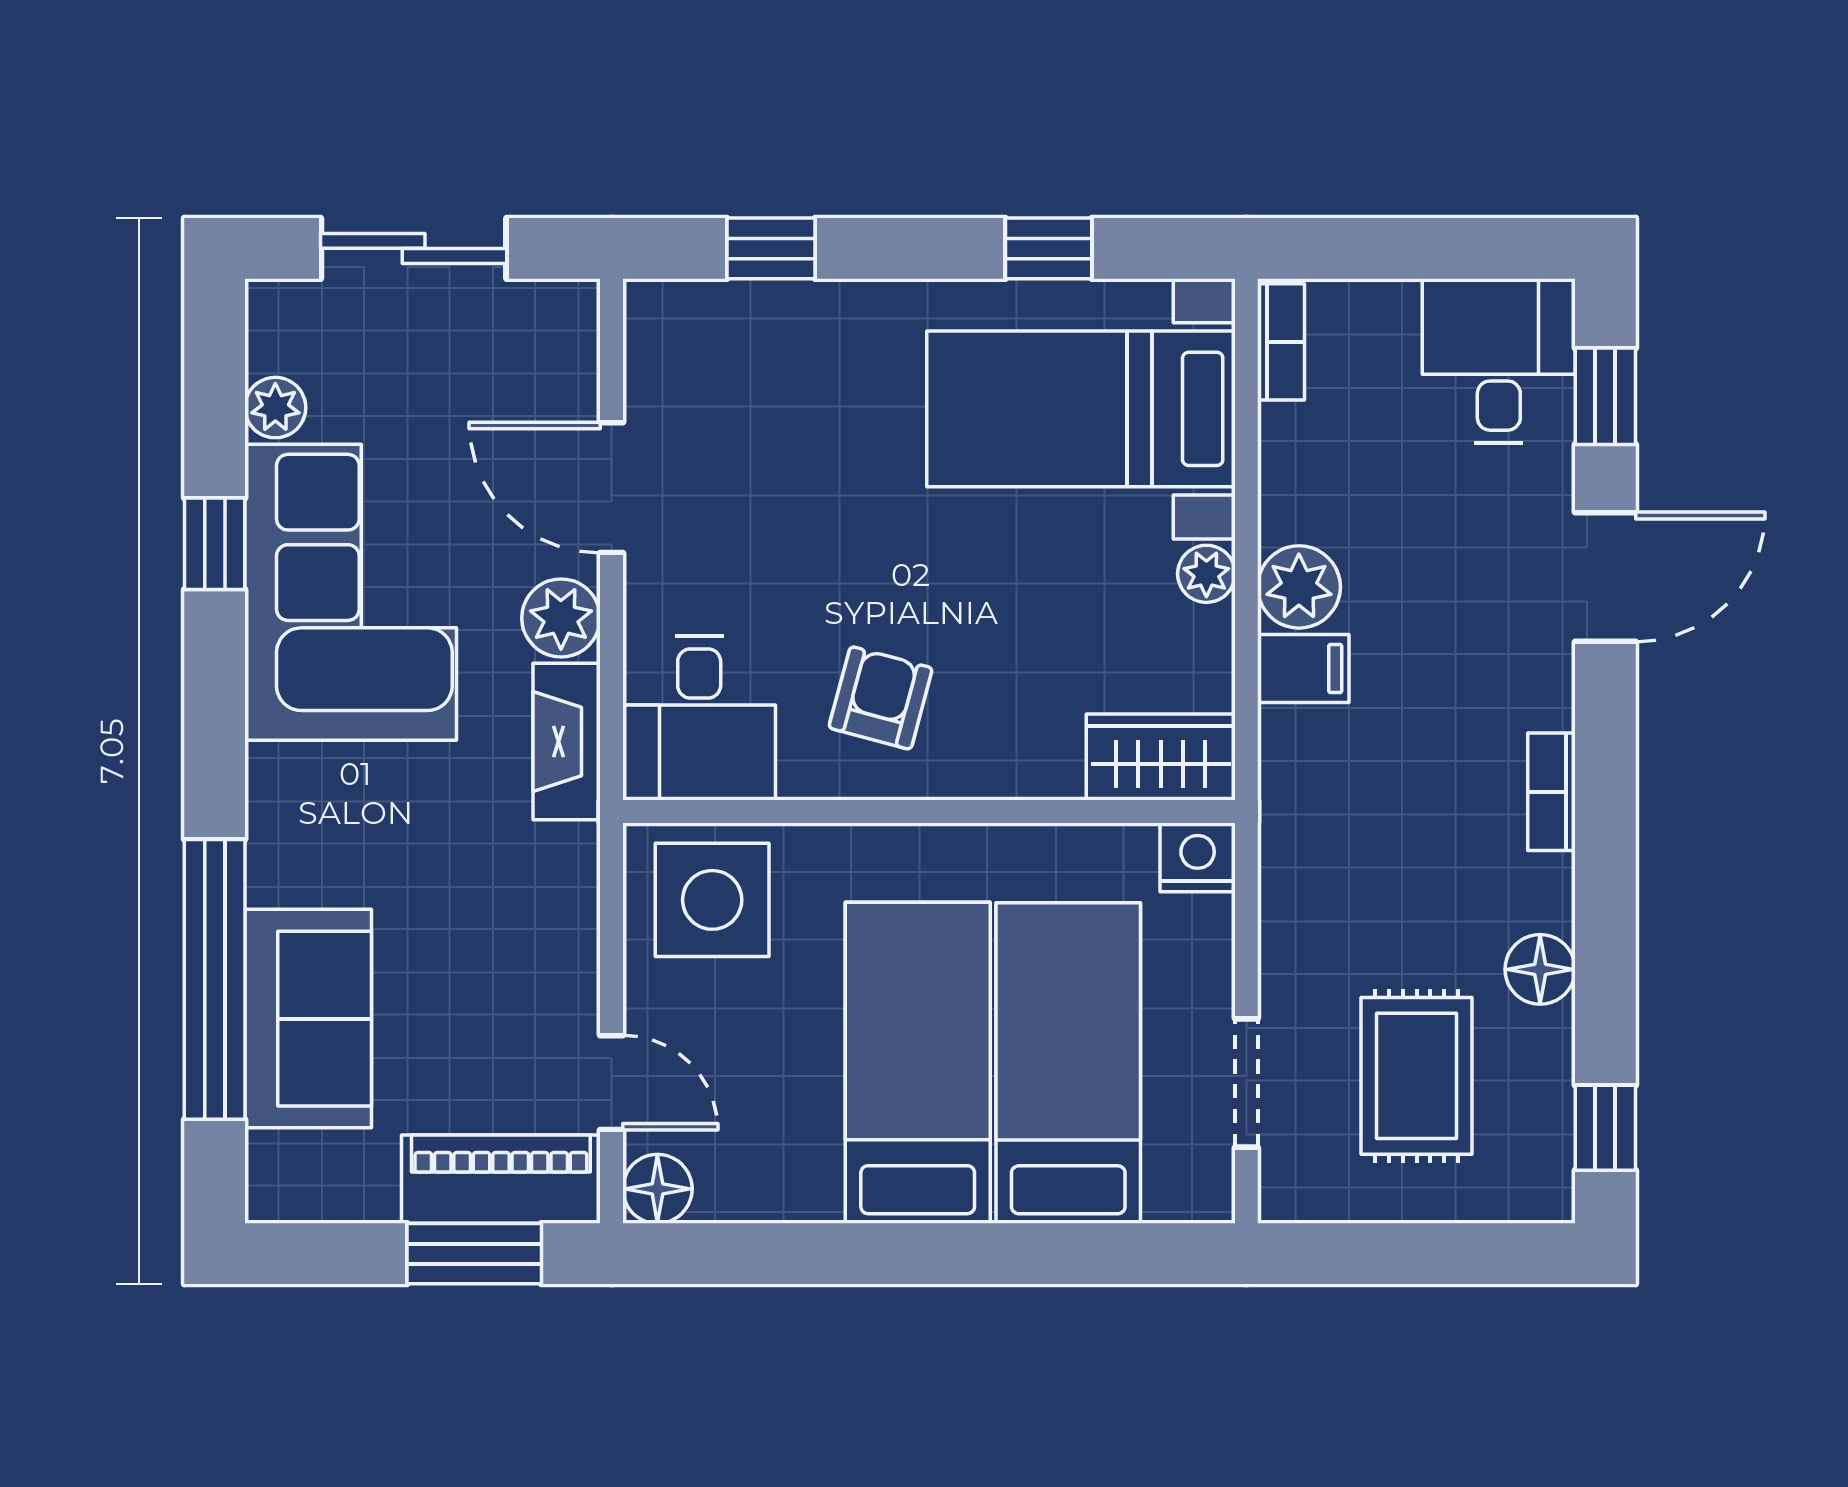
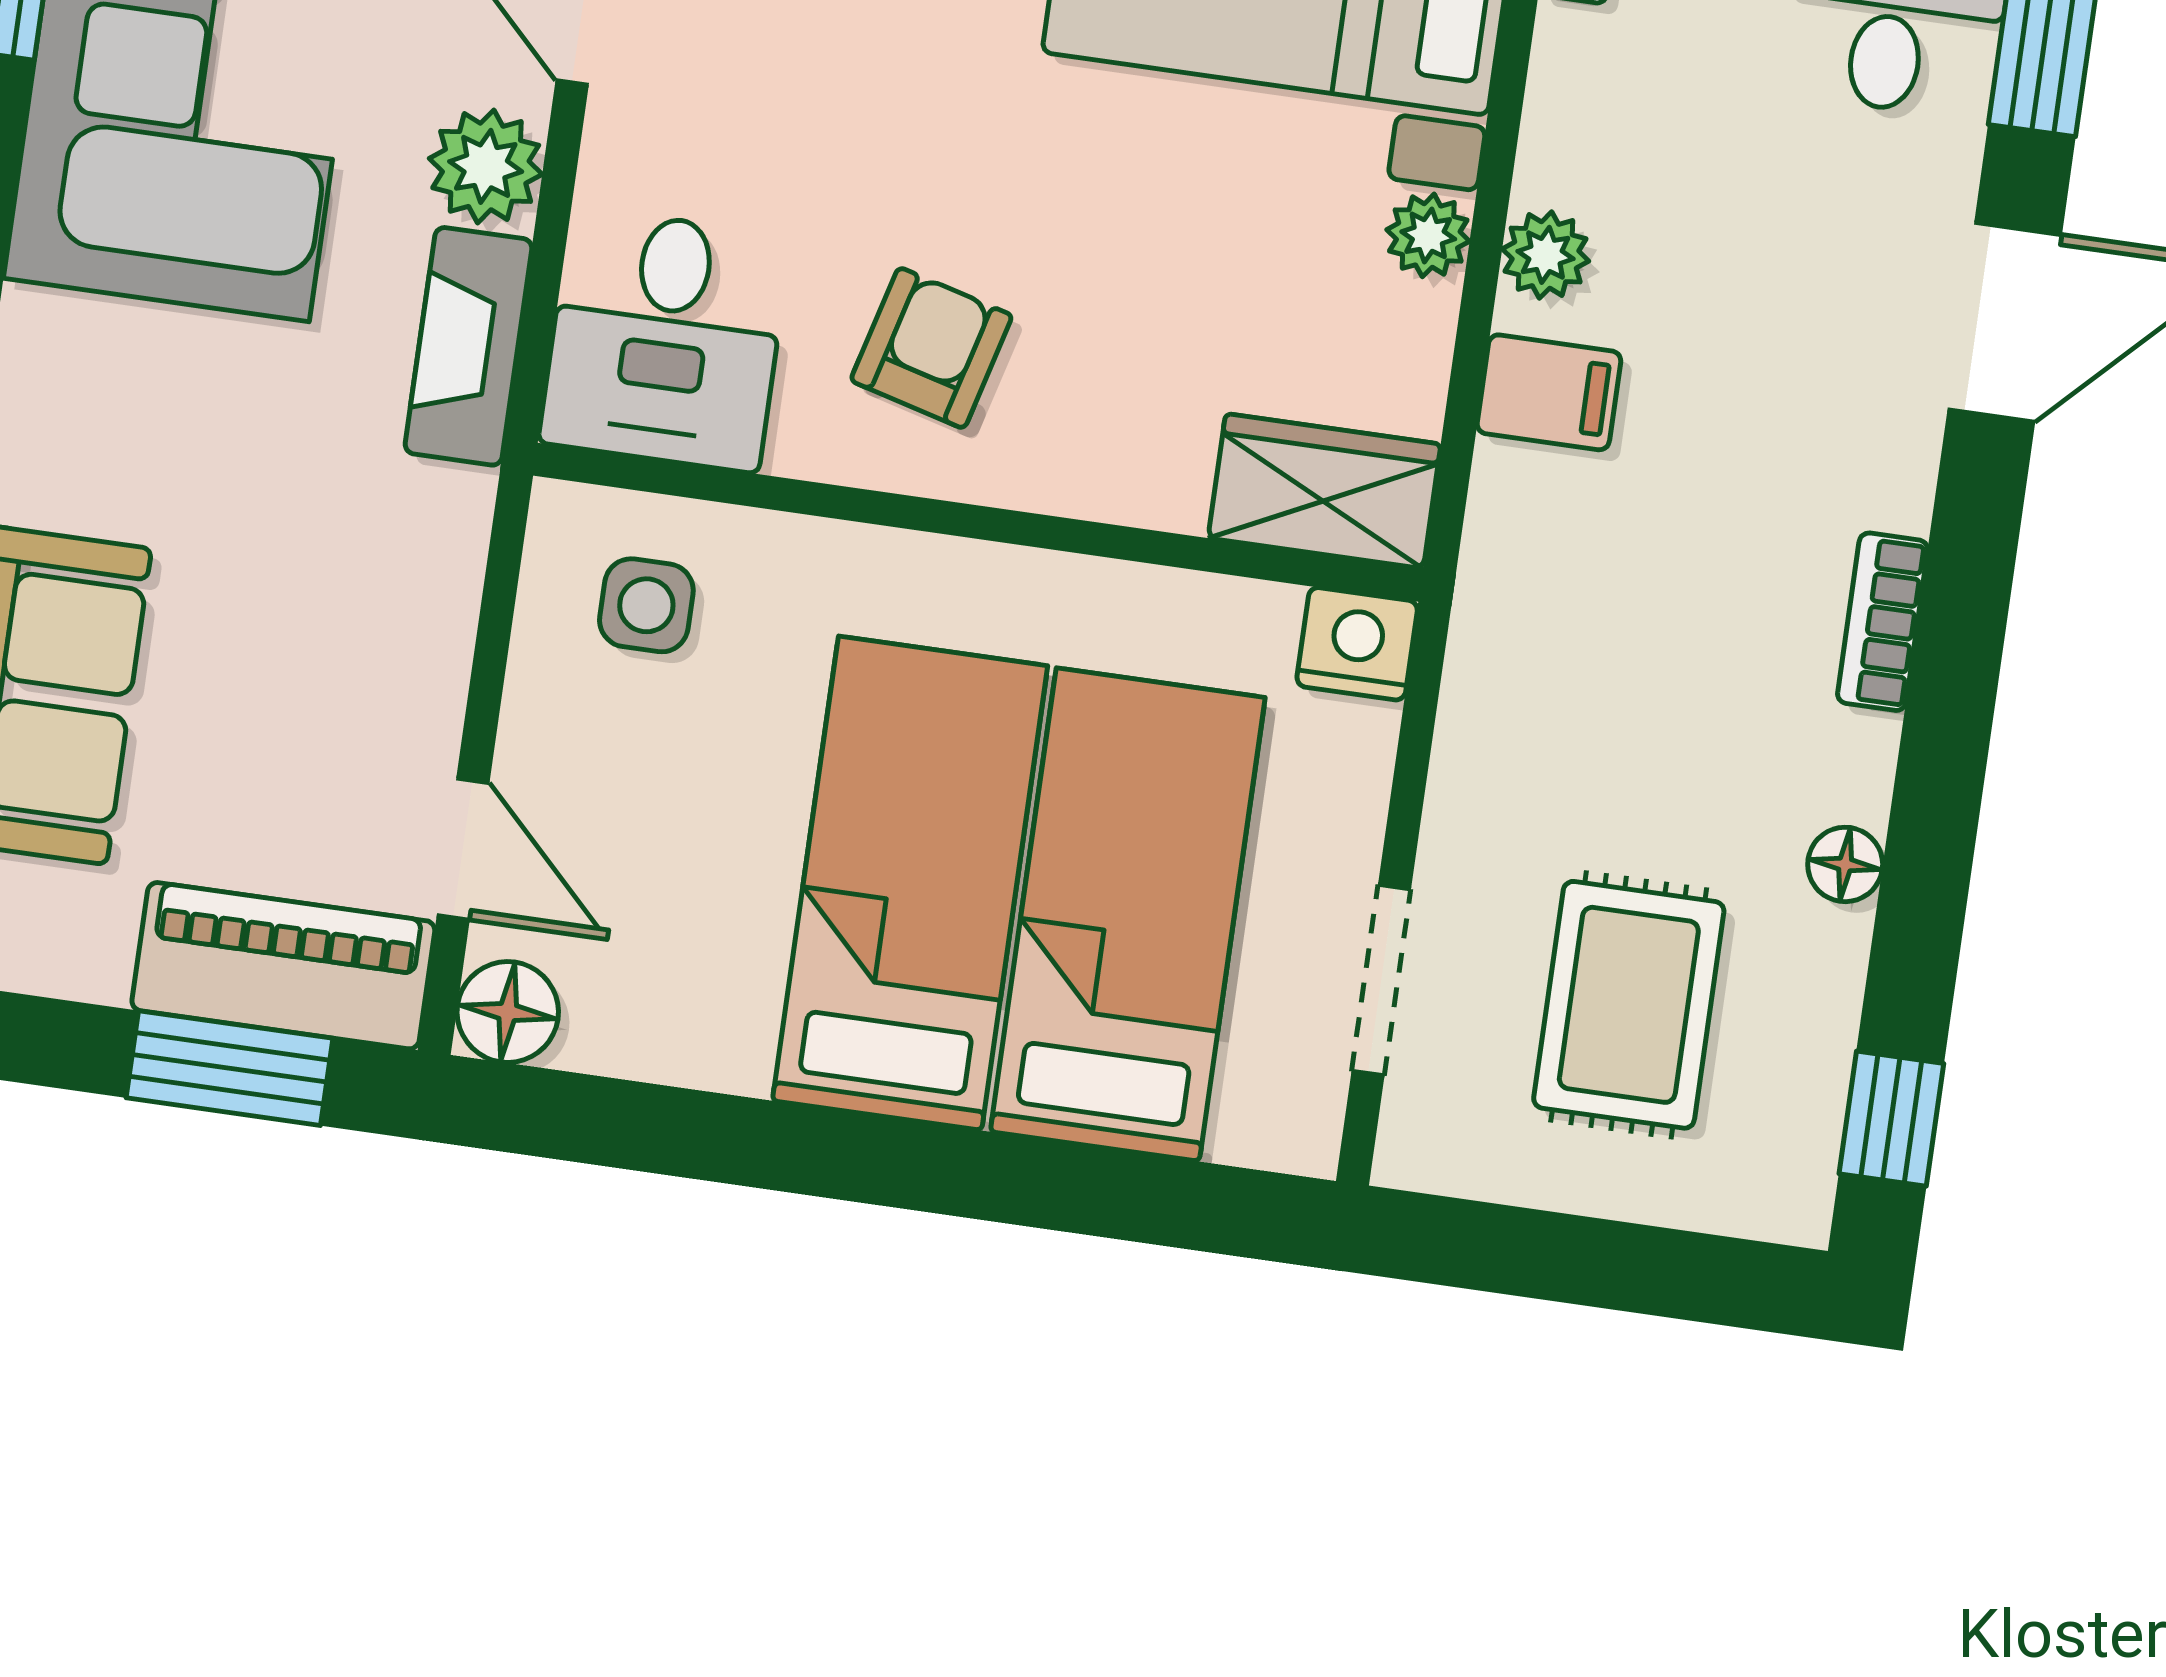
plant: (1299, 587) -> (1546, 255), width x0.73, depth x0.73
side table: (712, 900) -> (646, 605), width x0.54, depth x0.54
floor lamp: (1540, 969) -> (1845, 864), width x0.73, depth x0.73

